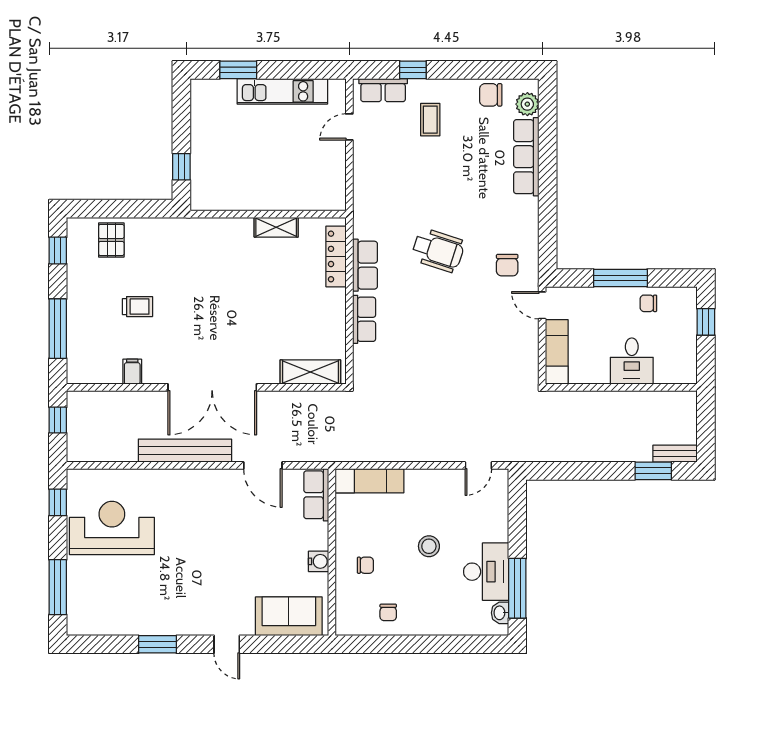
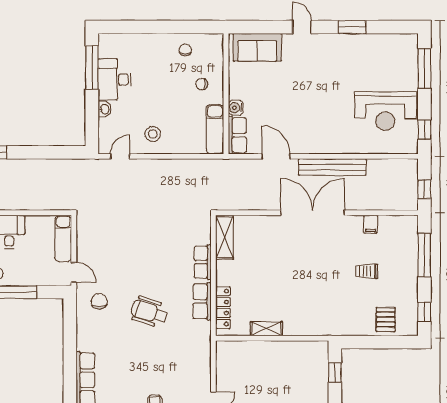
shelving: (310, 372) -> (225, 237), moved, turned 90
exam couch: (370, 481) -> (215, 129), moved, turned -90
stool: (429, 546) -> (153, 134), moved
water cooler: (319, 561) -> (236, 108), moved
washbasin: (500, 613) -> (104, 109), moved

